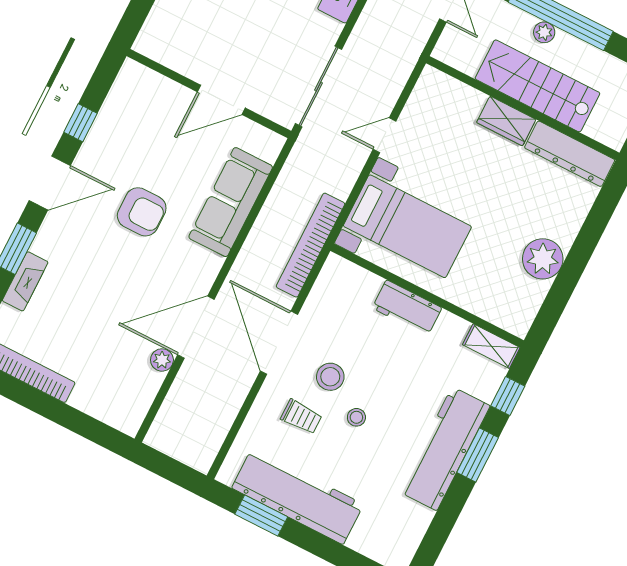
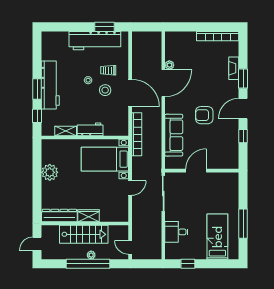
shelving: (491, 346) -> (66, 131), moved

